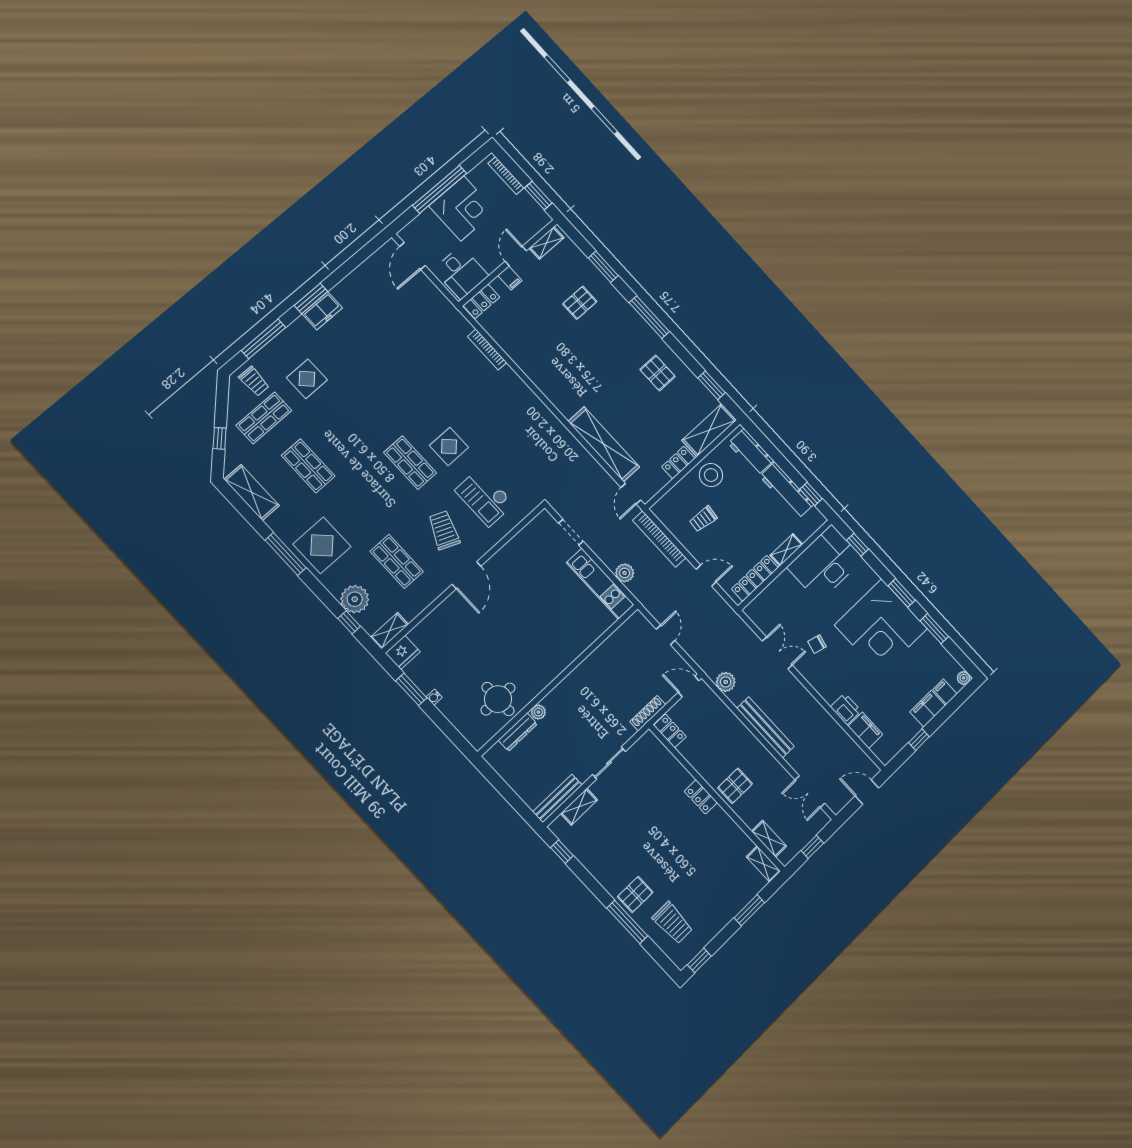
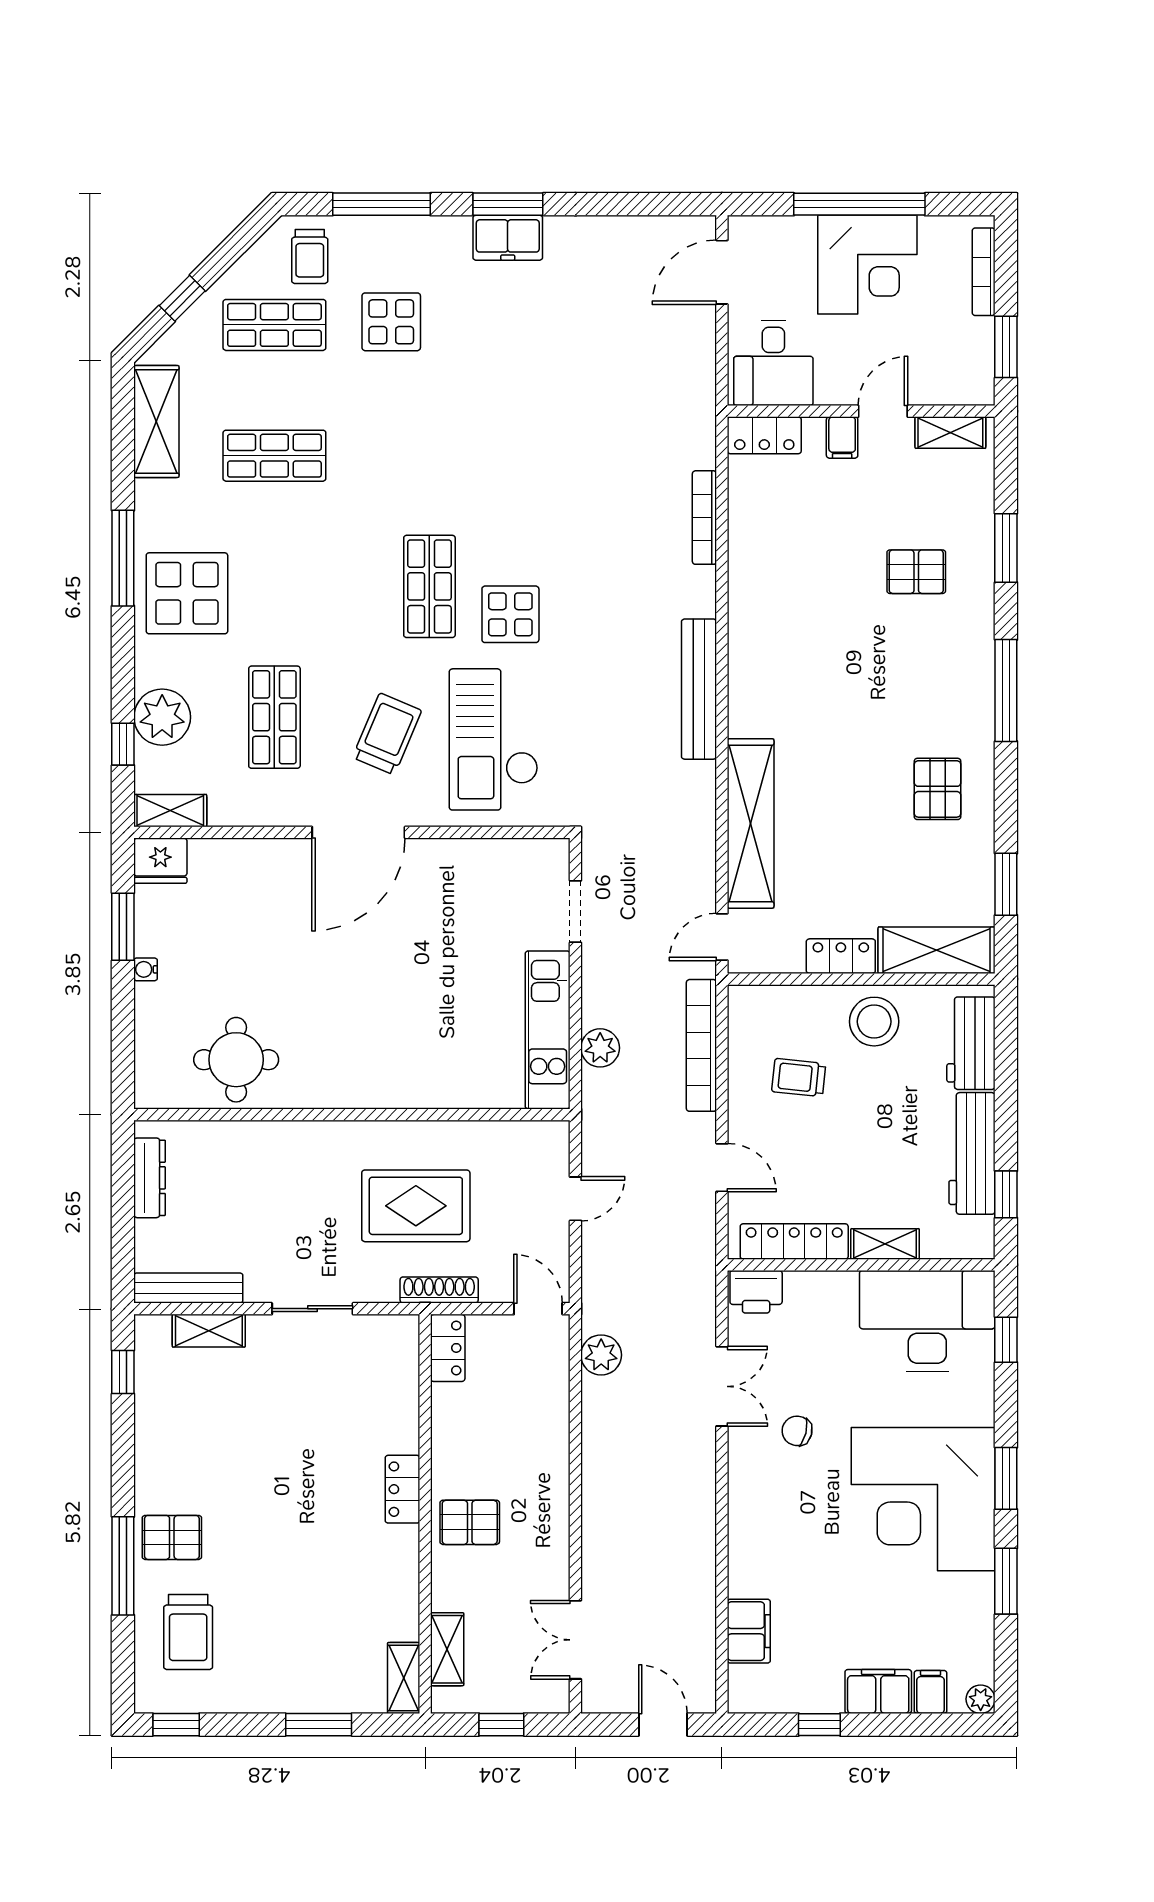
shop shelf: (308, 466) -> (274, 456), turned 90
checkout: (485, 497) -> (494, 739), width x1.36, depth x1.21
door: (466, 575) -> (358, 832), width x1.36
rug: (612, 691) -> (416, 1206), added
printer: (846, 709) -> (756, 1292), moved, turned 90
plant: (538, 712) -> (278, 1135), removed
bench: (766, 727) -> (699, 689), moved
dresser: (518, 732) -> (150, 1178), moved, turned -90

